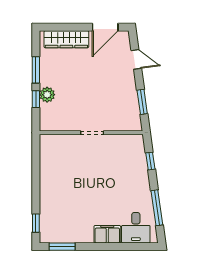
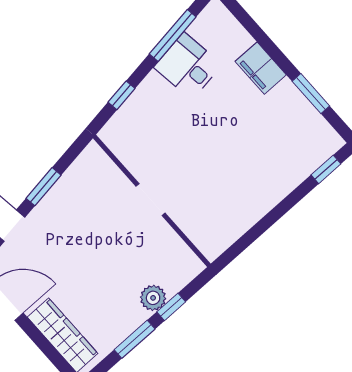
window: (142, 102) -> (44, 187), moved
desk: (136, 228) -> (188, 66), moved, turned -98
window: (62, 247) -> (311, 94), moved

